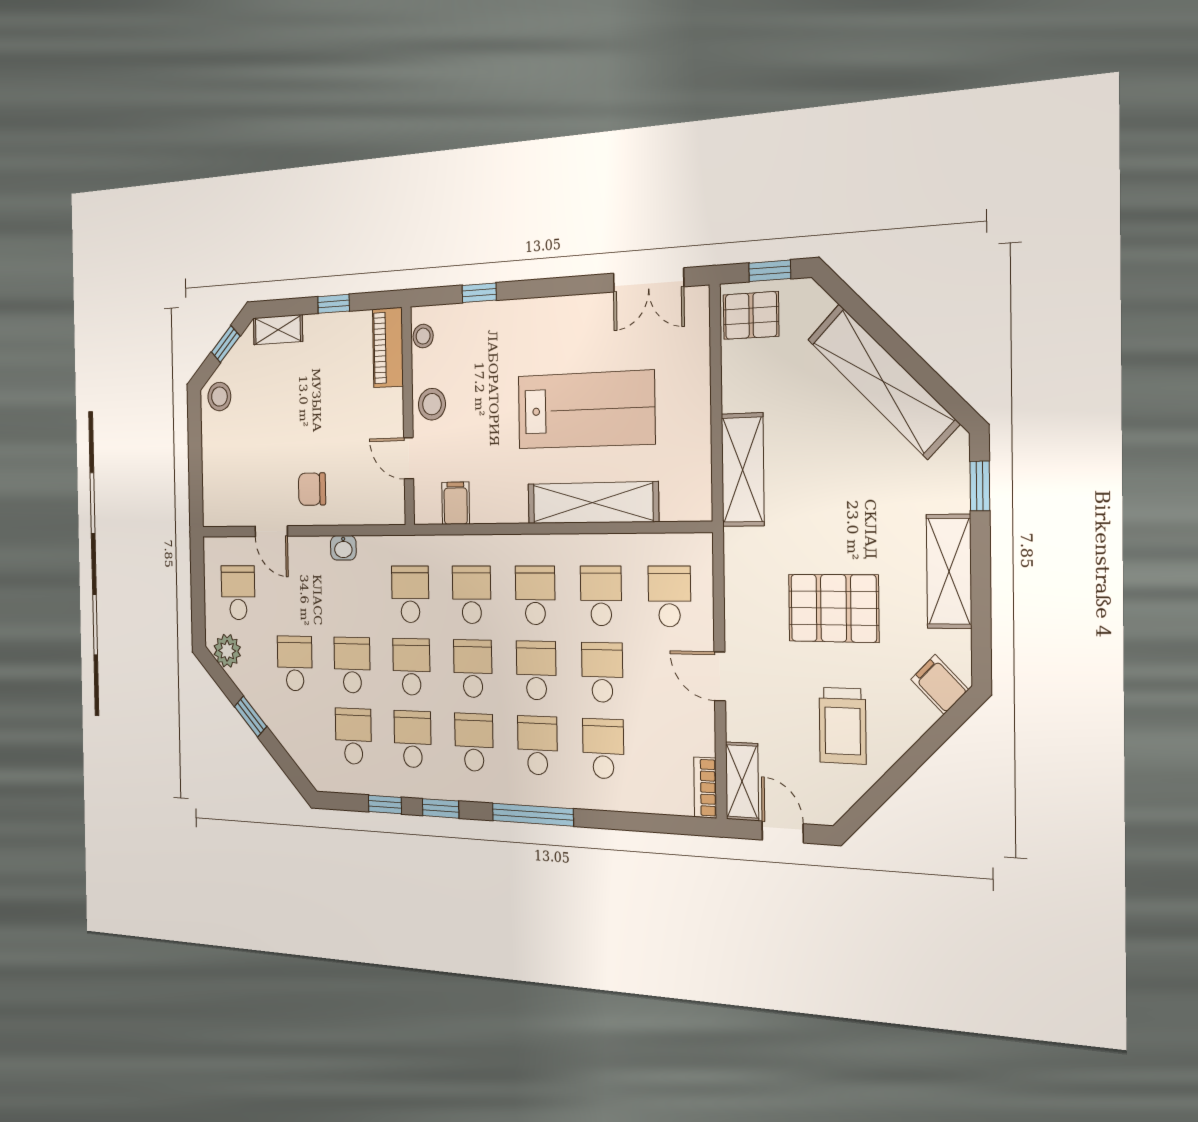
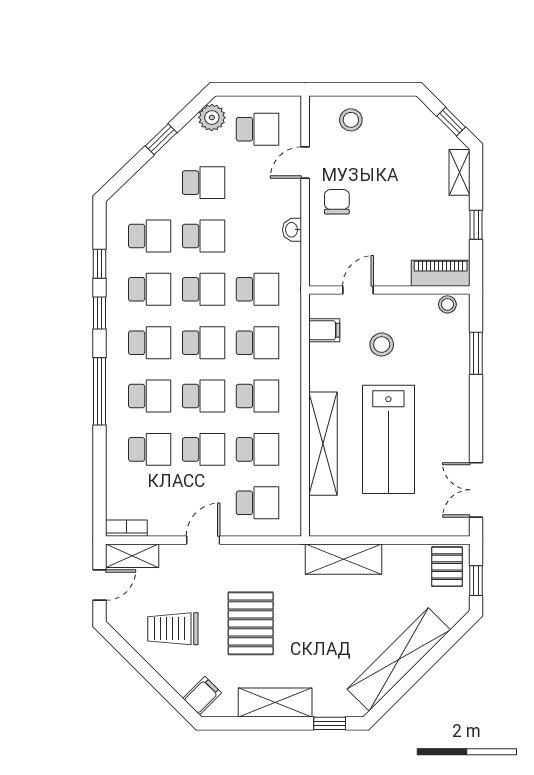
window: (479, 293) -> (476, 353), width x1.50
stool: (219, 397) -> (351, 120), moved
stool: (432, 404) -> (382, 344), moved

